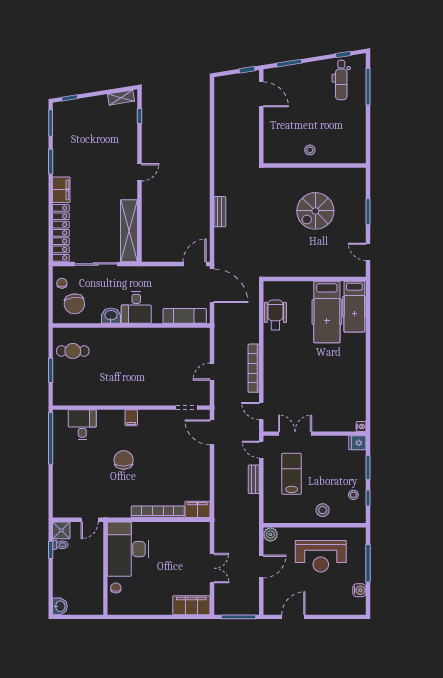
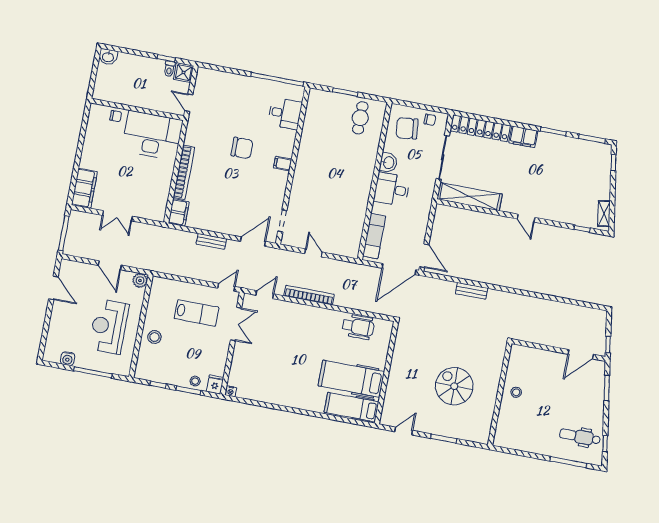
bench: (254, 479) -> (211, 241), moved
stool: (353, 495) -> (195, 381), moved

